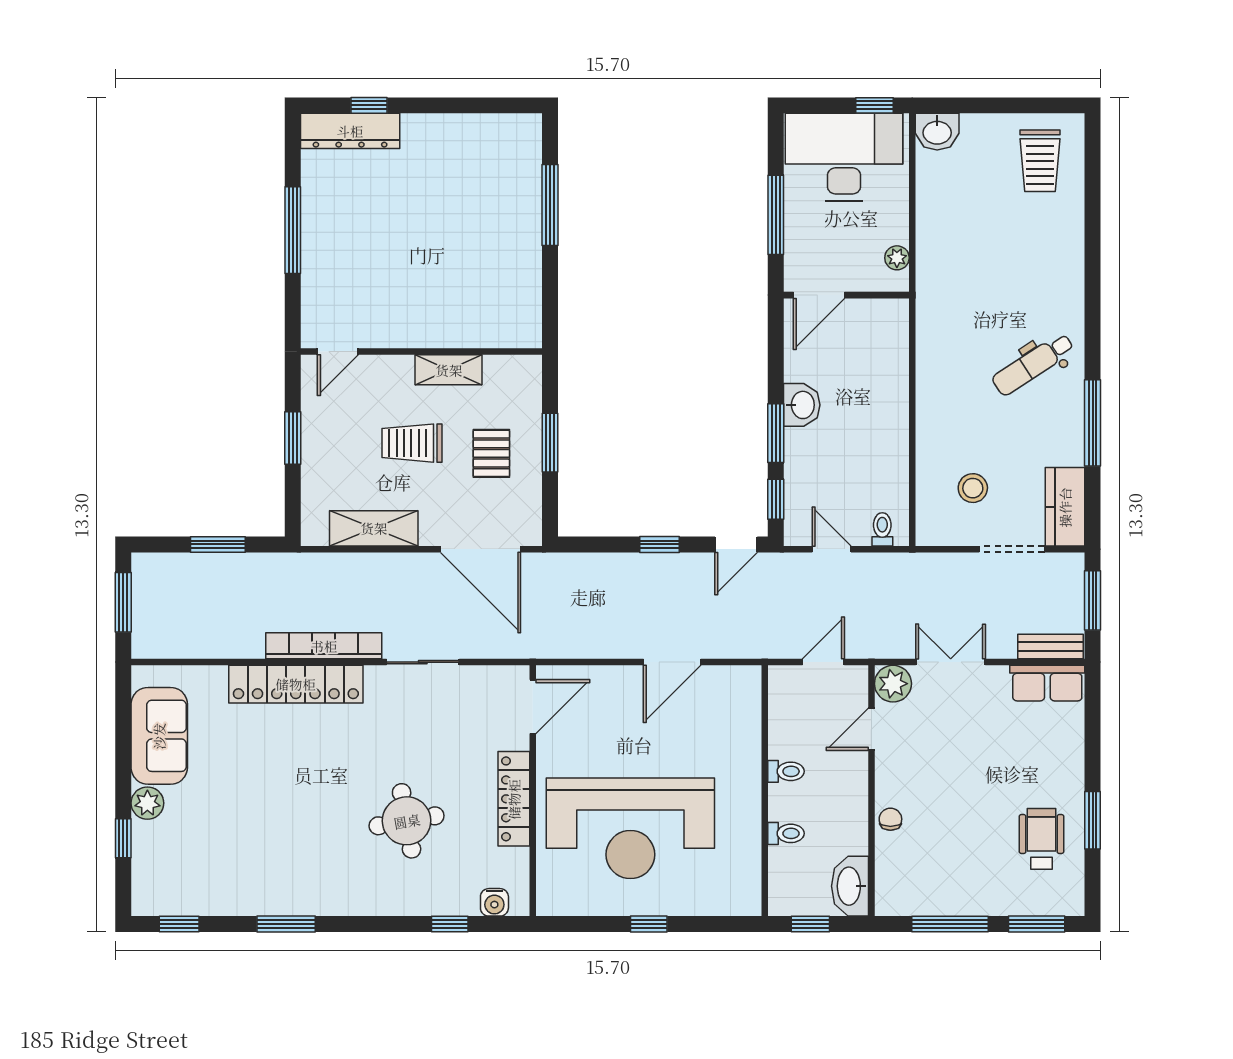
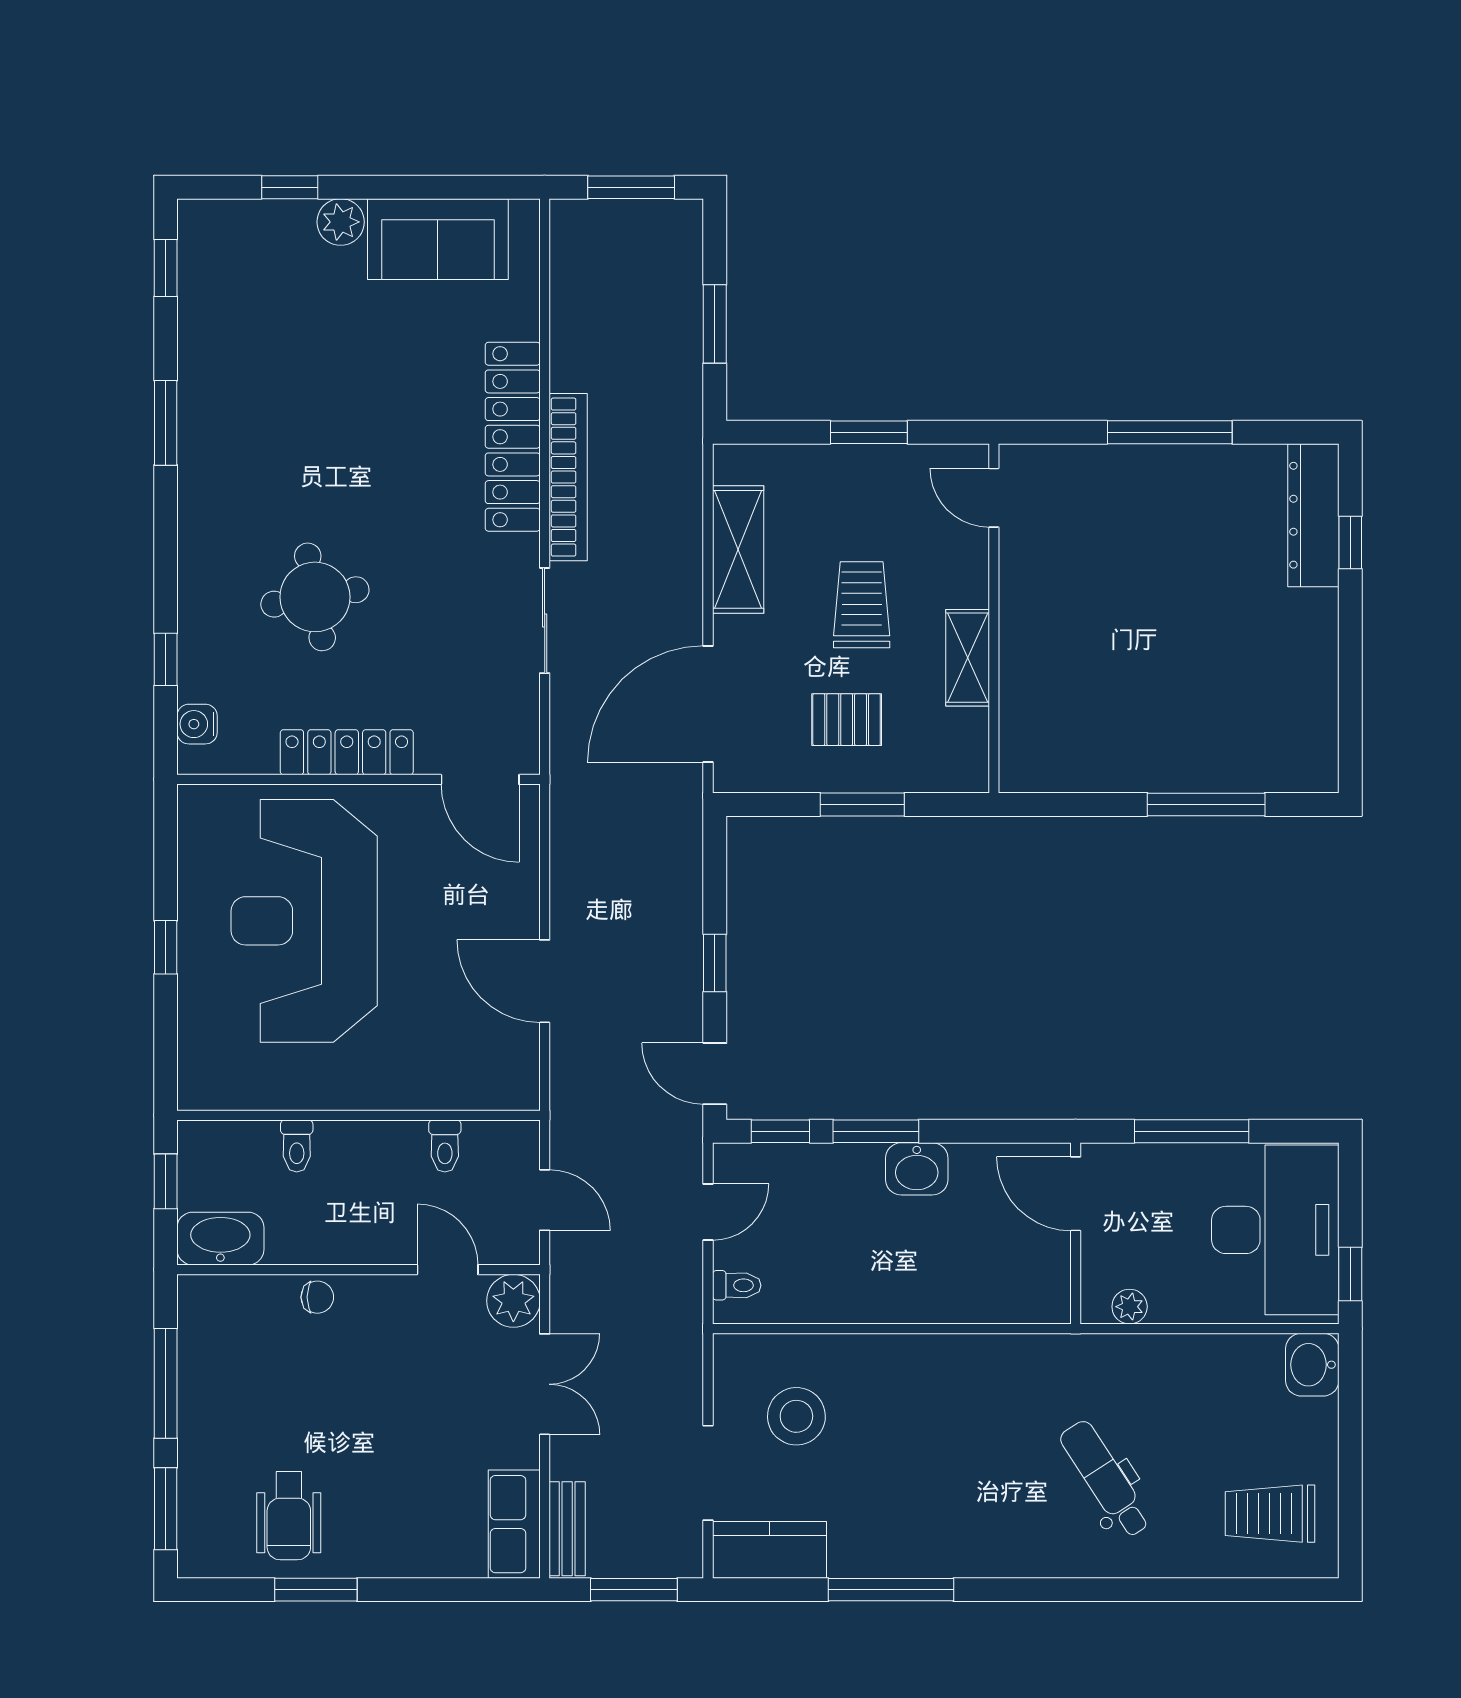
dental chair: (1033, 364) -> (1105, 1479), moved
stool: (973, 488) -> (796, 1416), width x1.38, depth x1.38
toilet: (786, 771) -> (445, 1146), moved
wheelchair: (1041, 839) -> (289, 1516), turned 90

